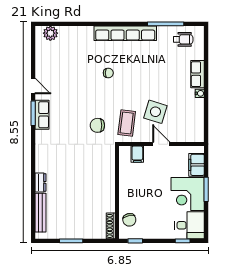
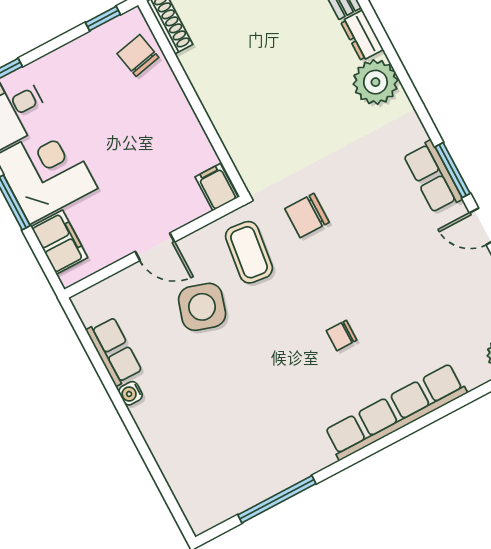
row of seats: (125, 33) -> (396, 412), moved
wheelchair: (183, 39) -> (224, 486), removed
row of seats: (198, 74) -> (114, 351), moved
chair: (97, 125) -> (307, 215), turned 180
filing cabinet: (137, 154) -> (217, 187), moved
plant: (45, 162) -> (375, 82), added

